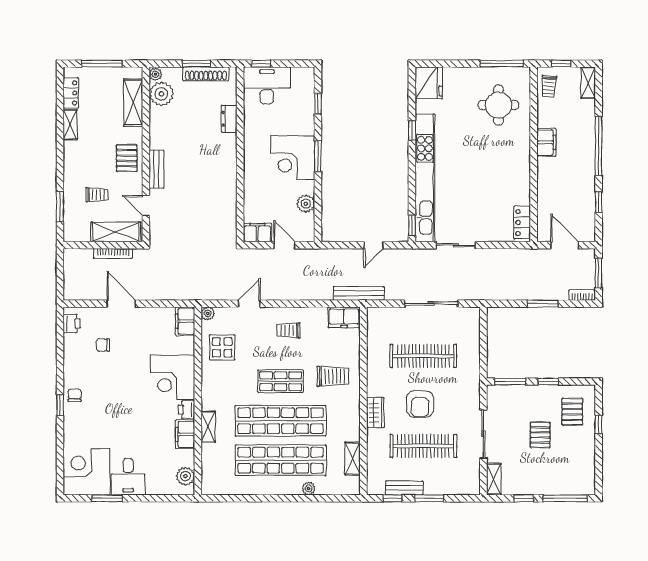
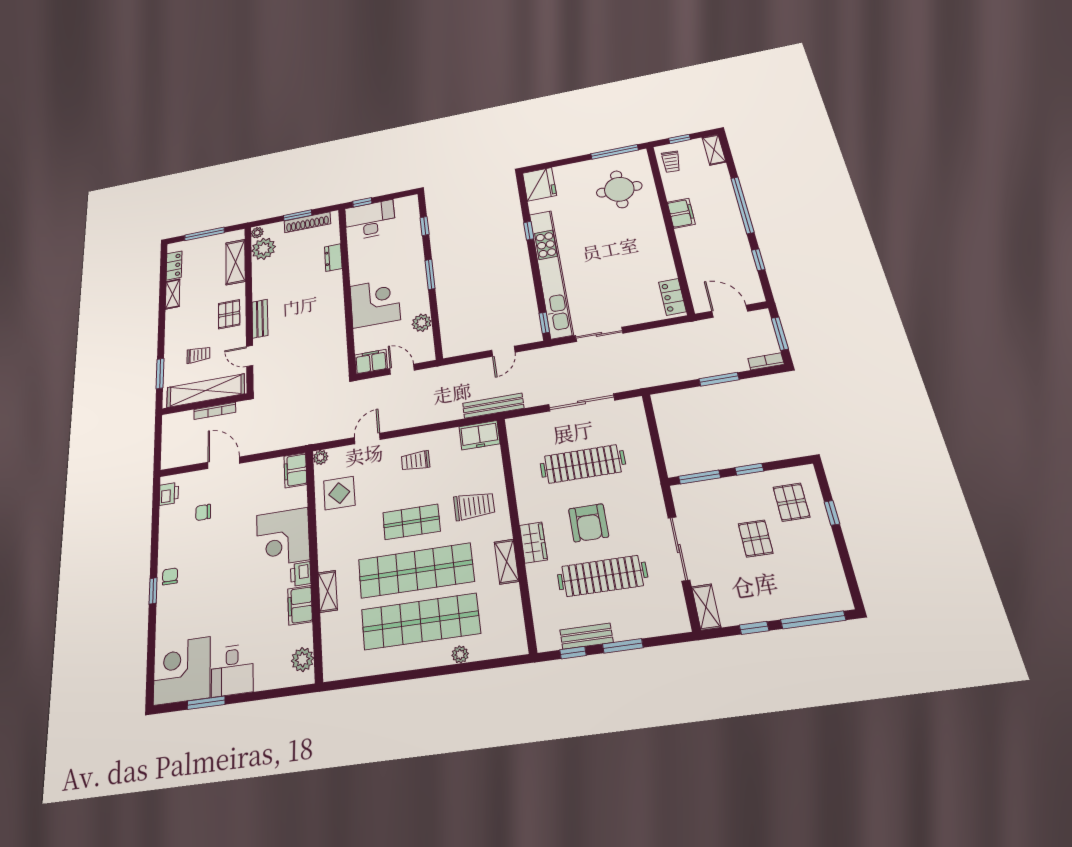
corner desk: (293, 158) -> (375, 303), moved, turned 180
shelving: (116, 232) -> (206, 391), width x1.47
shelving: (353, 458) -> (507, 562), moved

